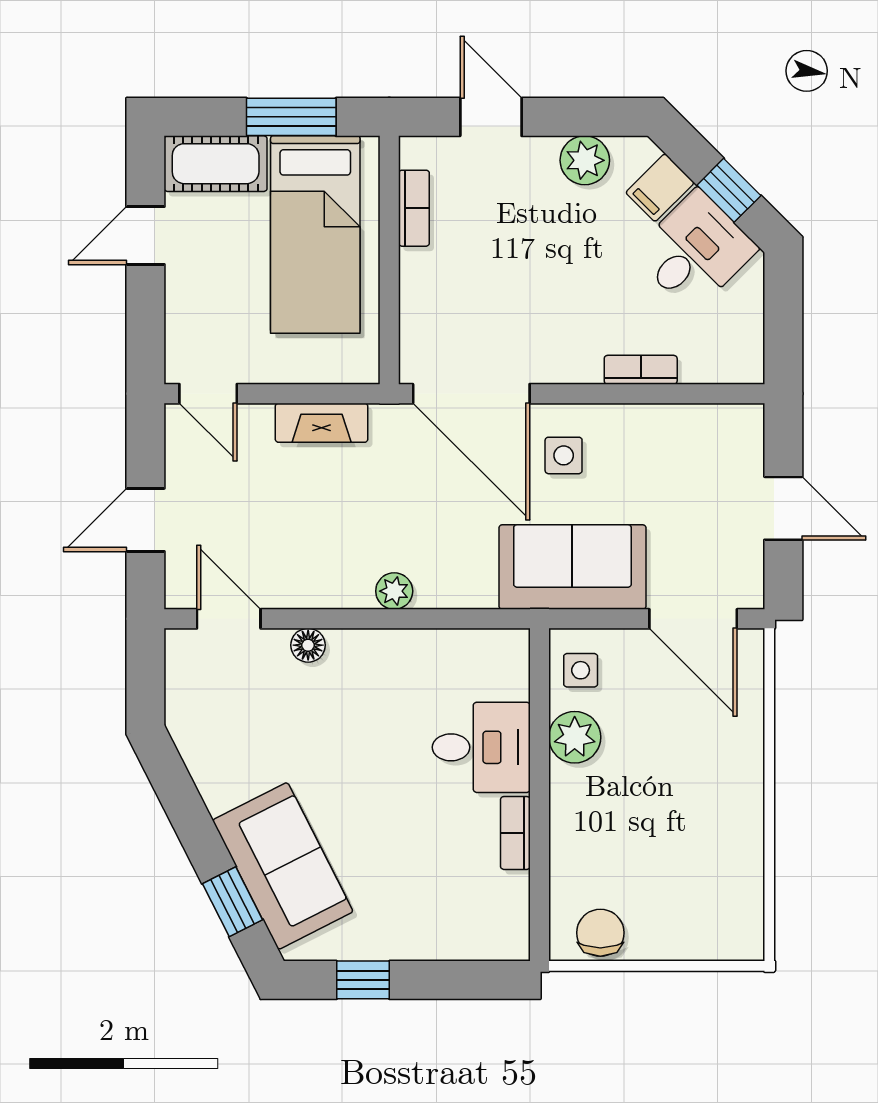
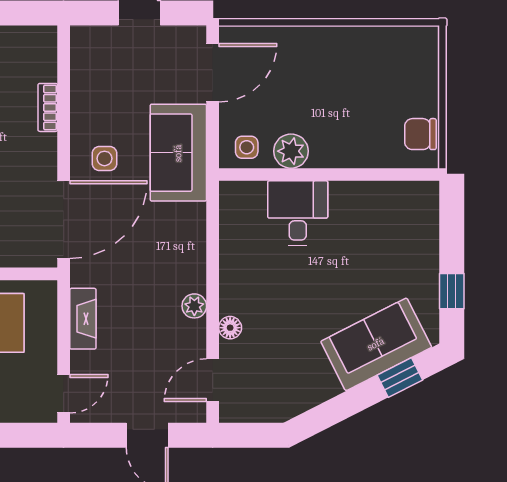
plant: (394, 591) -> (194, 306), moved
bookcase: (515, 833) -> (354, 190), removed

